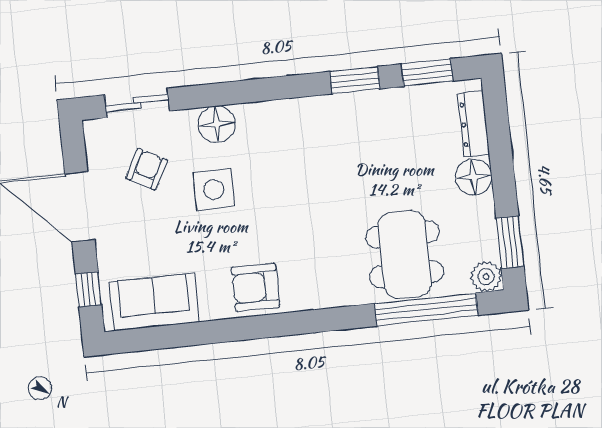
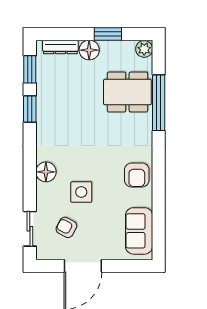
floor lamp: (217, 124) -> (46, 172), moved
window: (510, 242) -> (108, 34), moved
window: (88, 289) -> (128, 266), removed
window: (426, 309) -> (159, 103), moved

